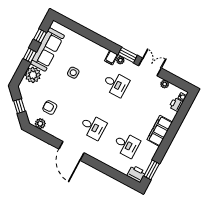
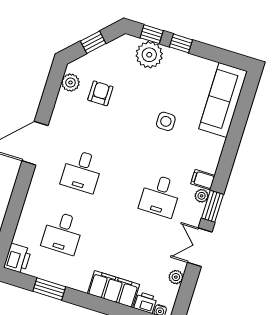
window: (40, 36) -> (152, 34), moved
sofa: (47, 49) -> (223, 100), moved, turned 90
double door: (150, 67) -> (200, 247), swing flipped
filing cabinet: (160, 131) -> (113, 289), moved
window: (152, 170) -> (49, 289), moved

